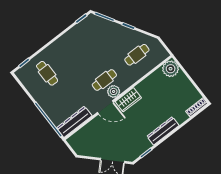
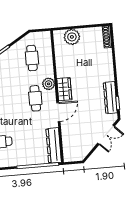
plant: (171, 69) -> (72, 37), moved
plant: (114, 91) -> (49, 84), moved
dresser: (163, 131) -> (110, 98), moved

